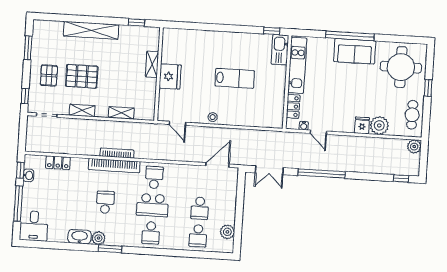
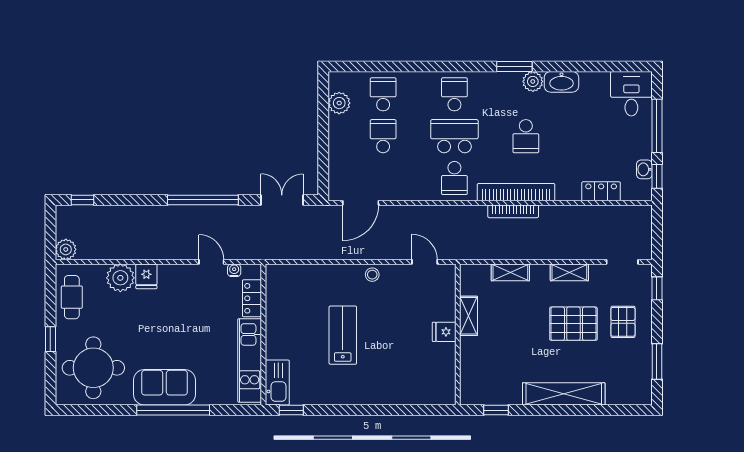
shelving: (152, 64) -> (469, 316), moved
fridge: (170, 76) -> (444, 332), width x0.53, depth x0.75
lab bench: (235, 78) -> (343, 335), turned 90

